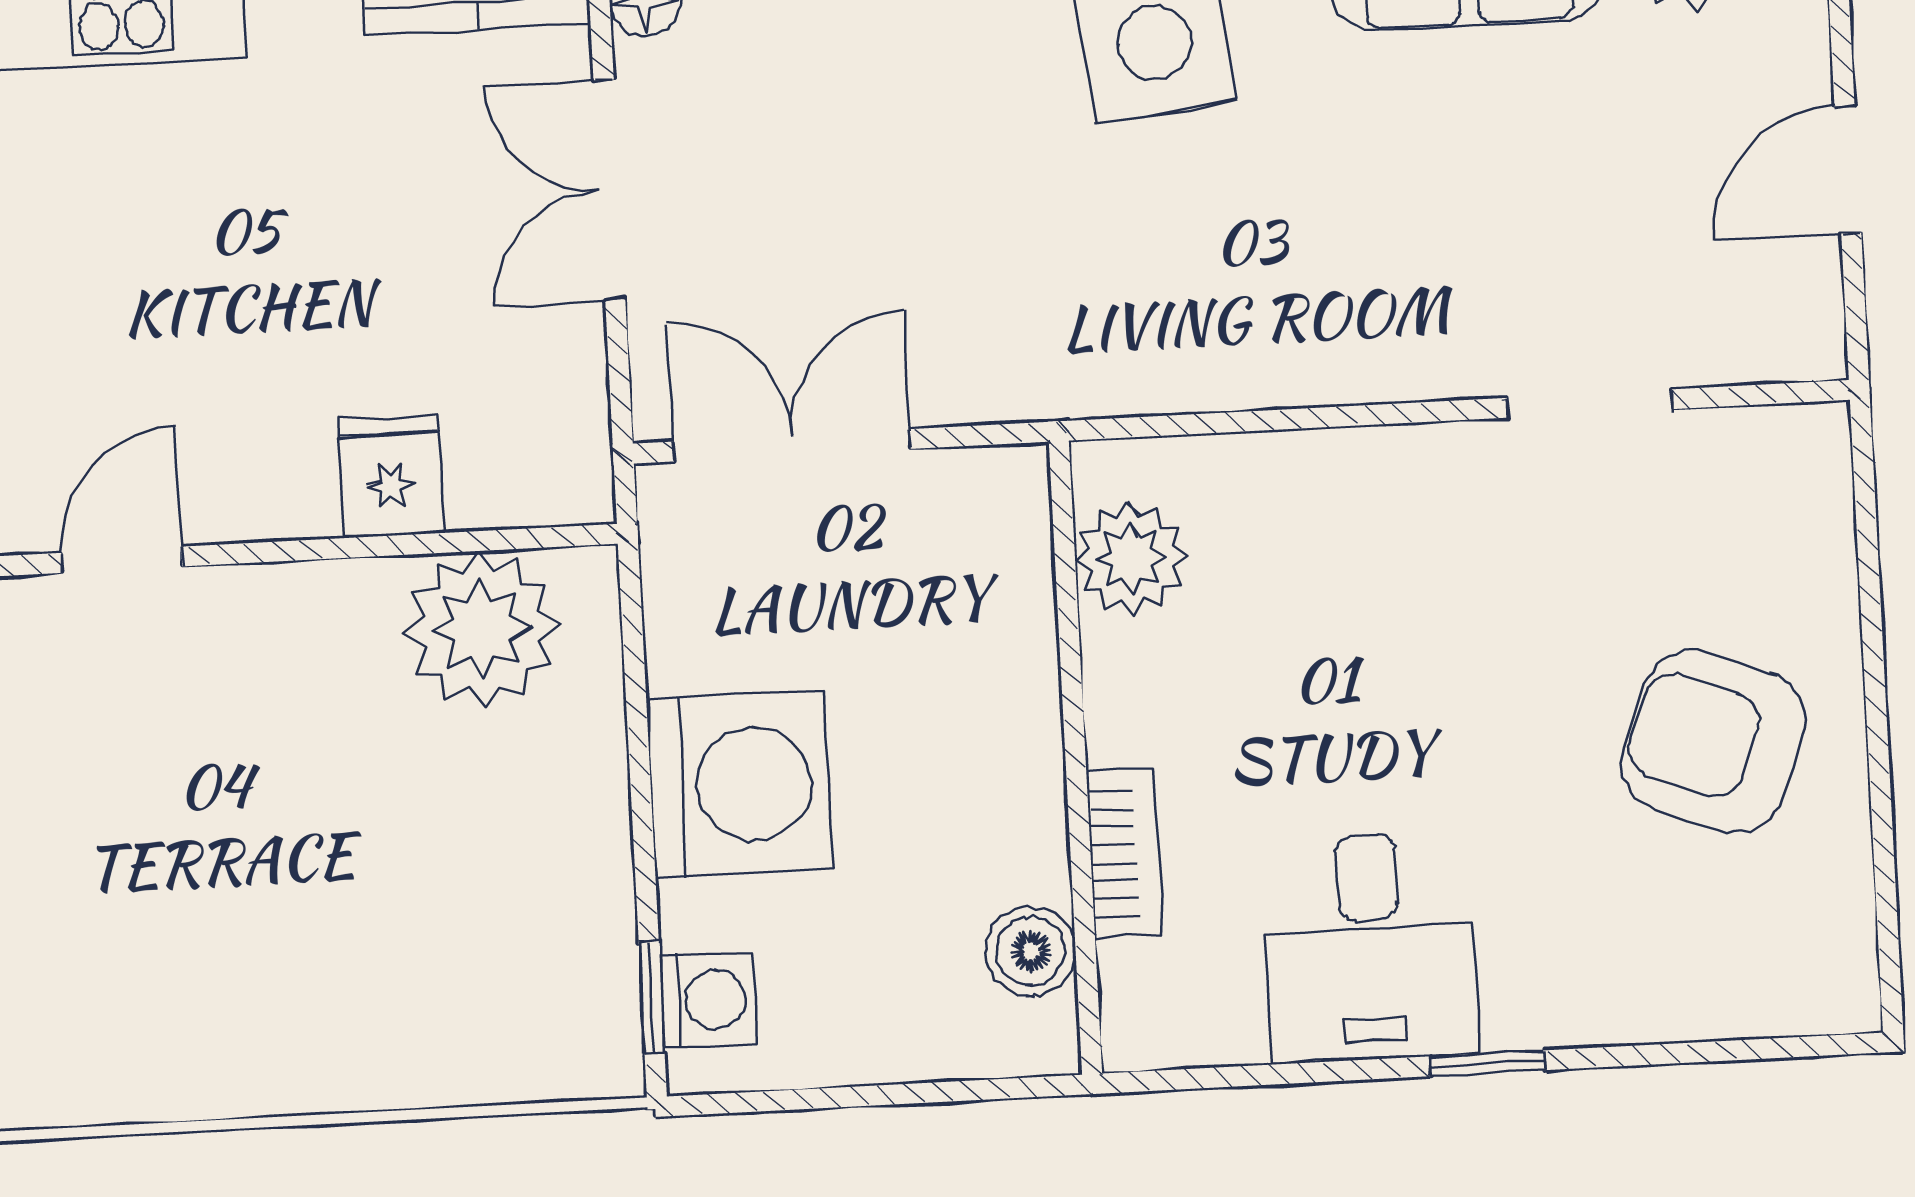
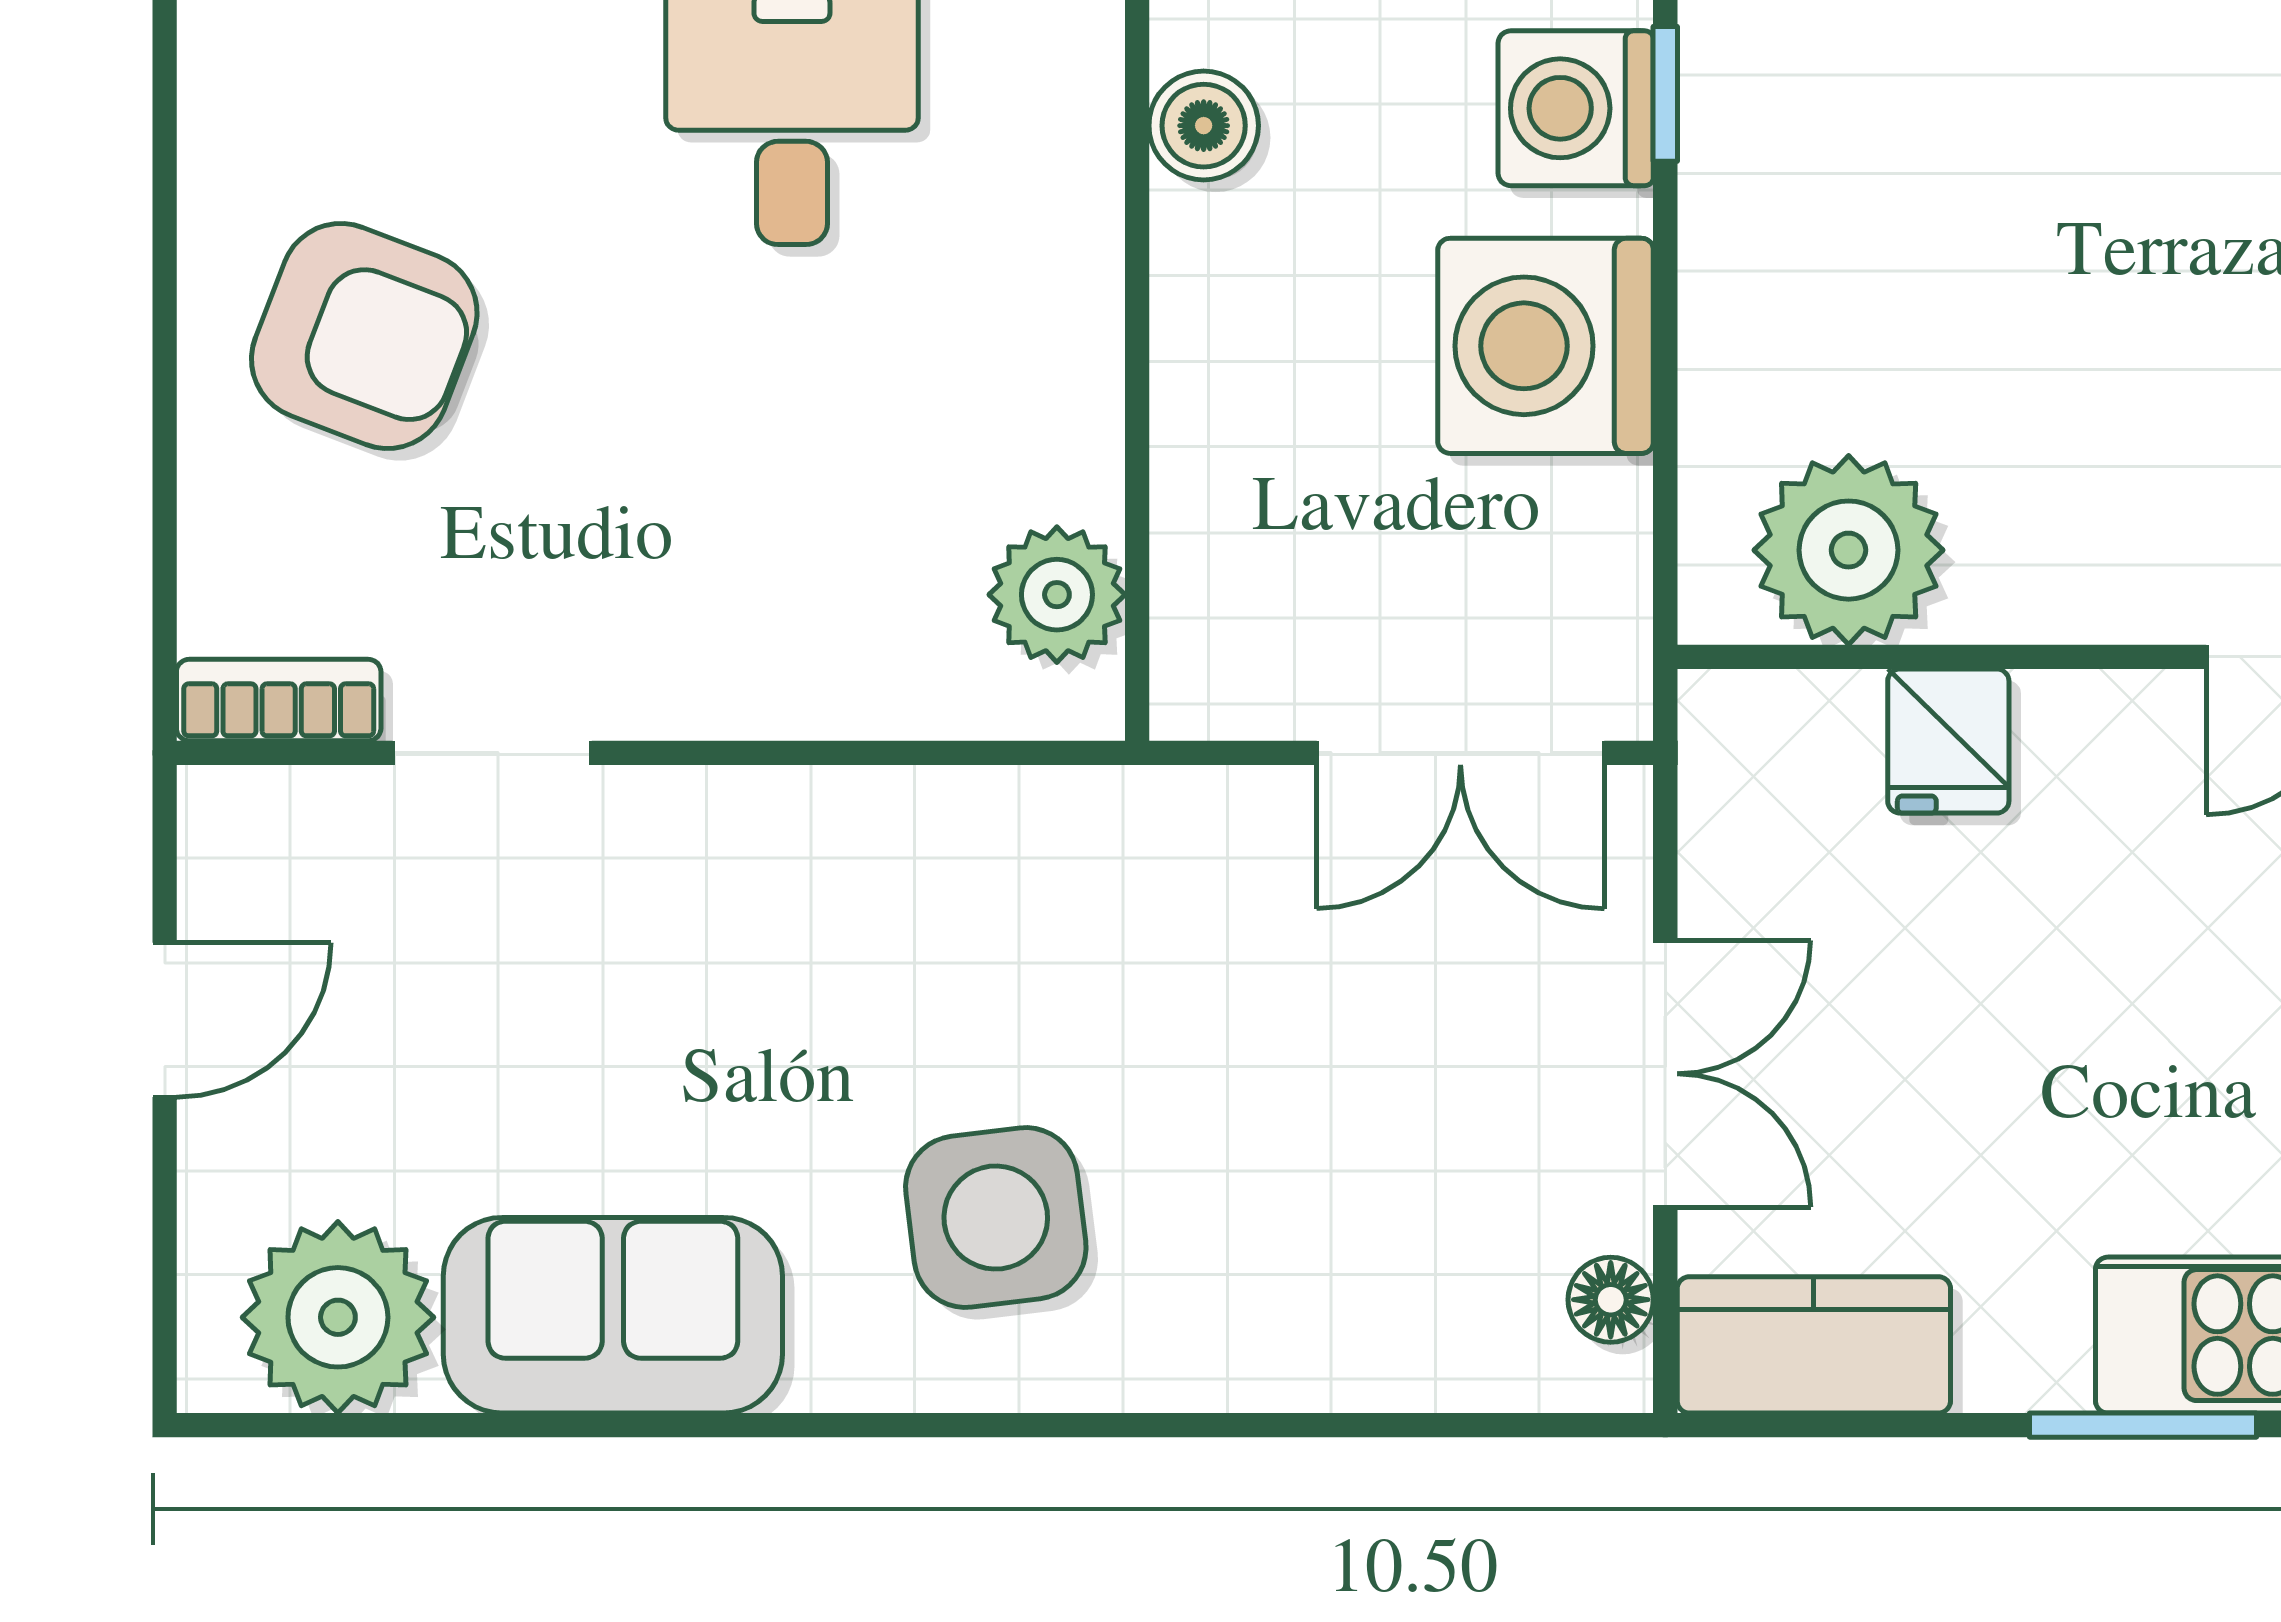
bookcase: (1124, 853) -> (279, 700), moved, turned 90
washing machine: (708, 1000) -> (1576, 108), width x1.38, depth x1.38

